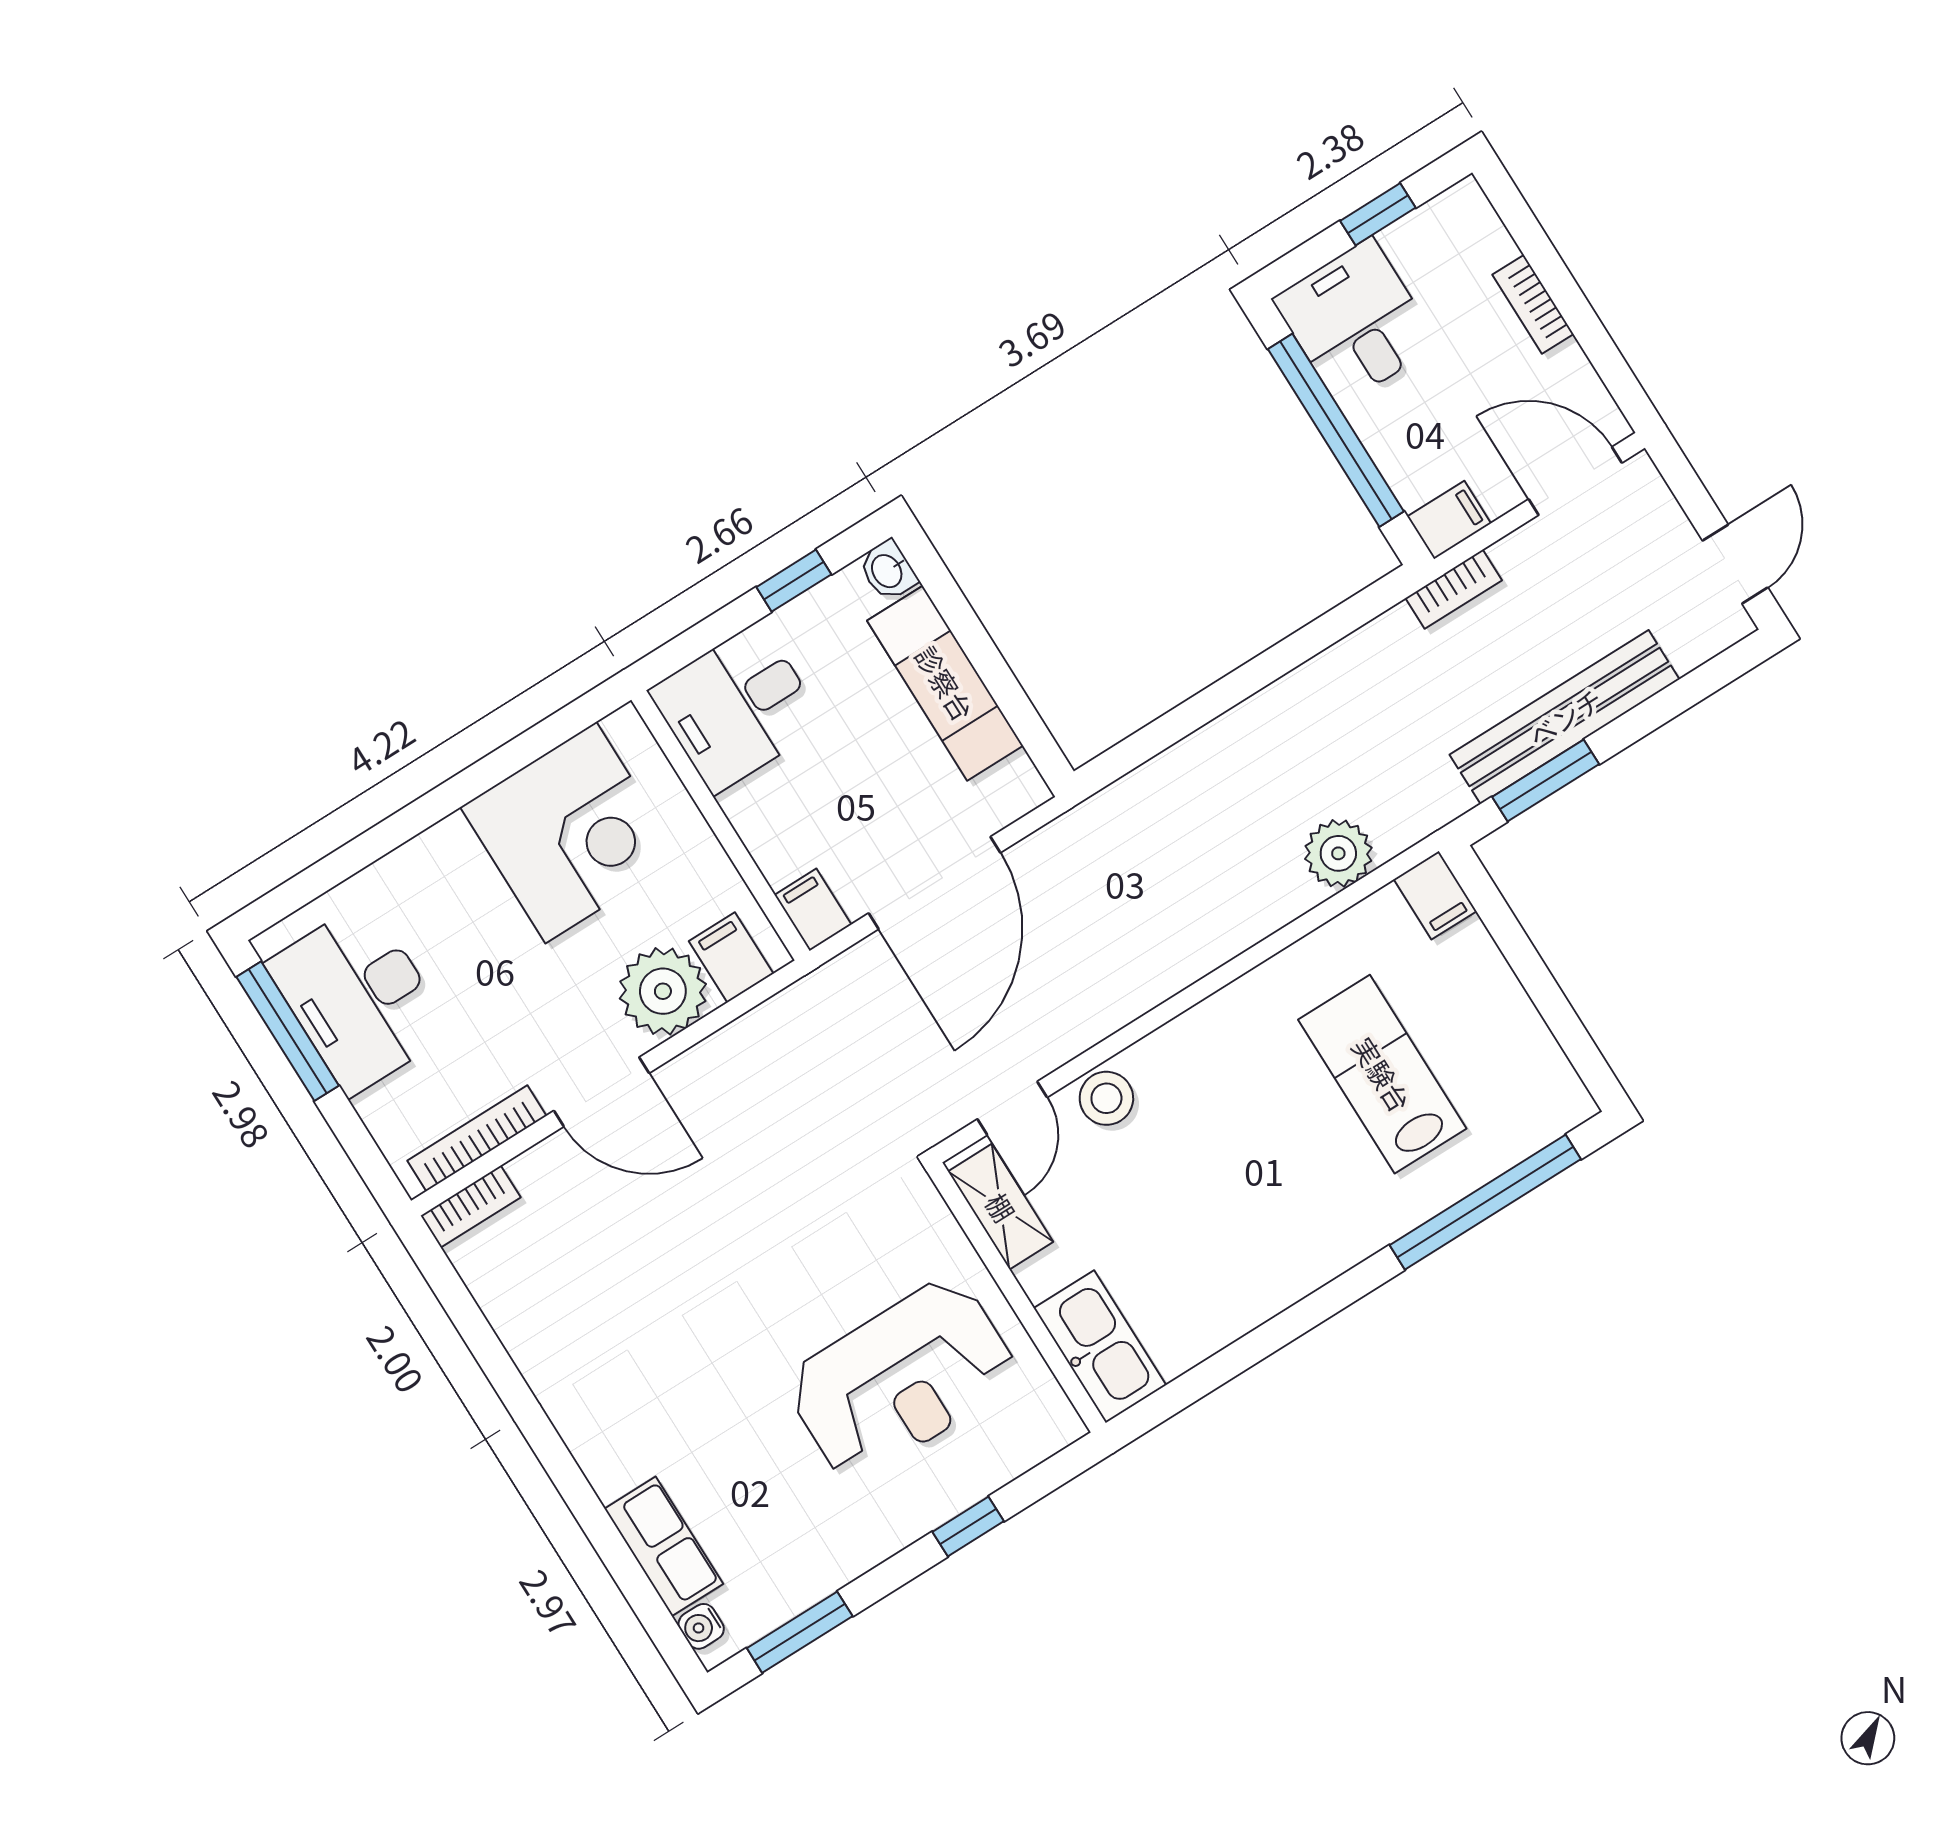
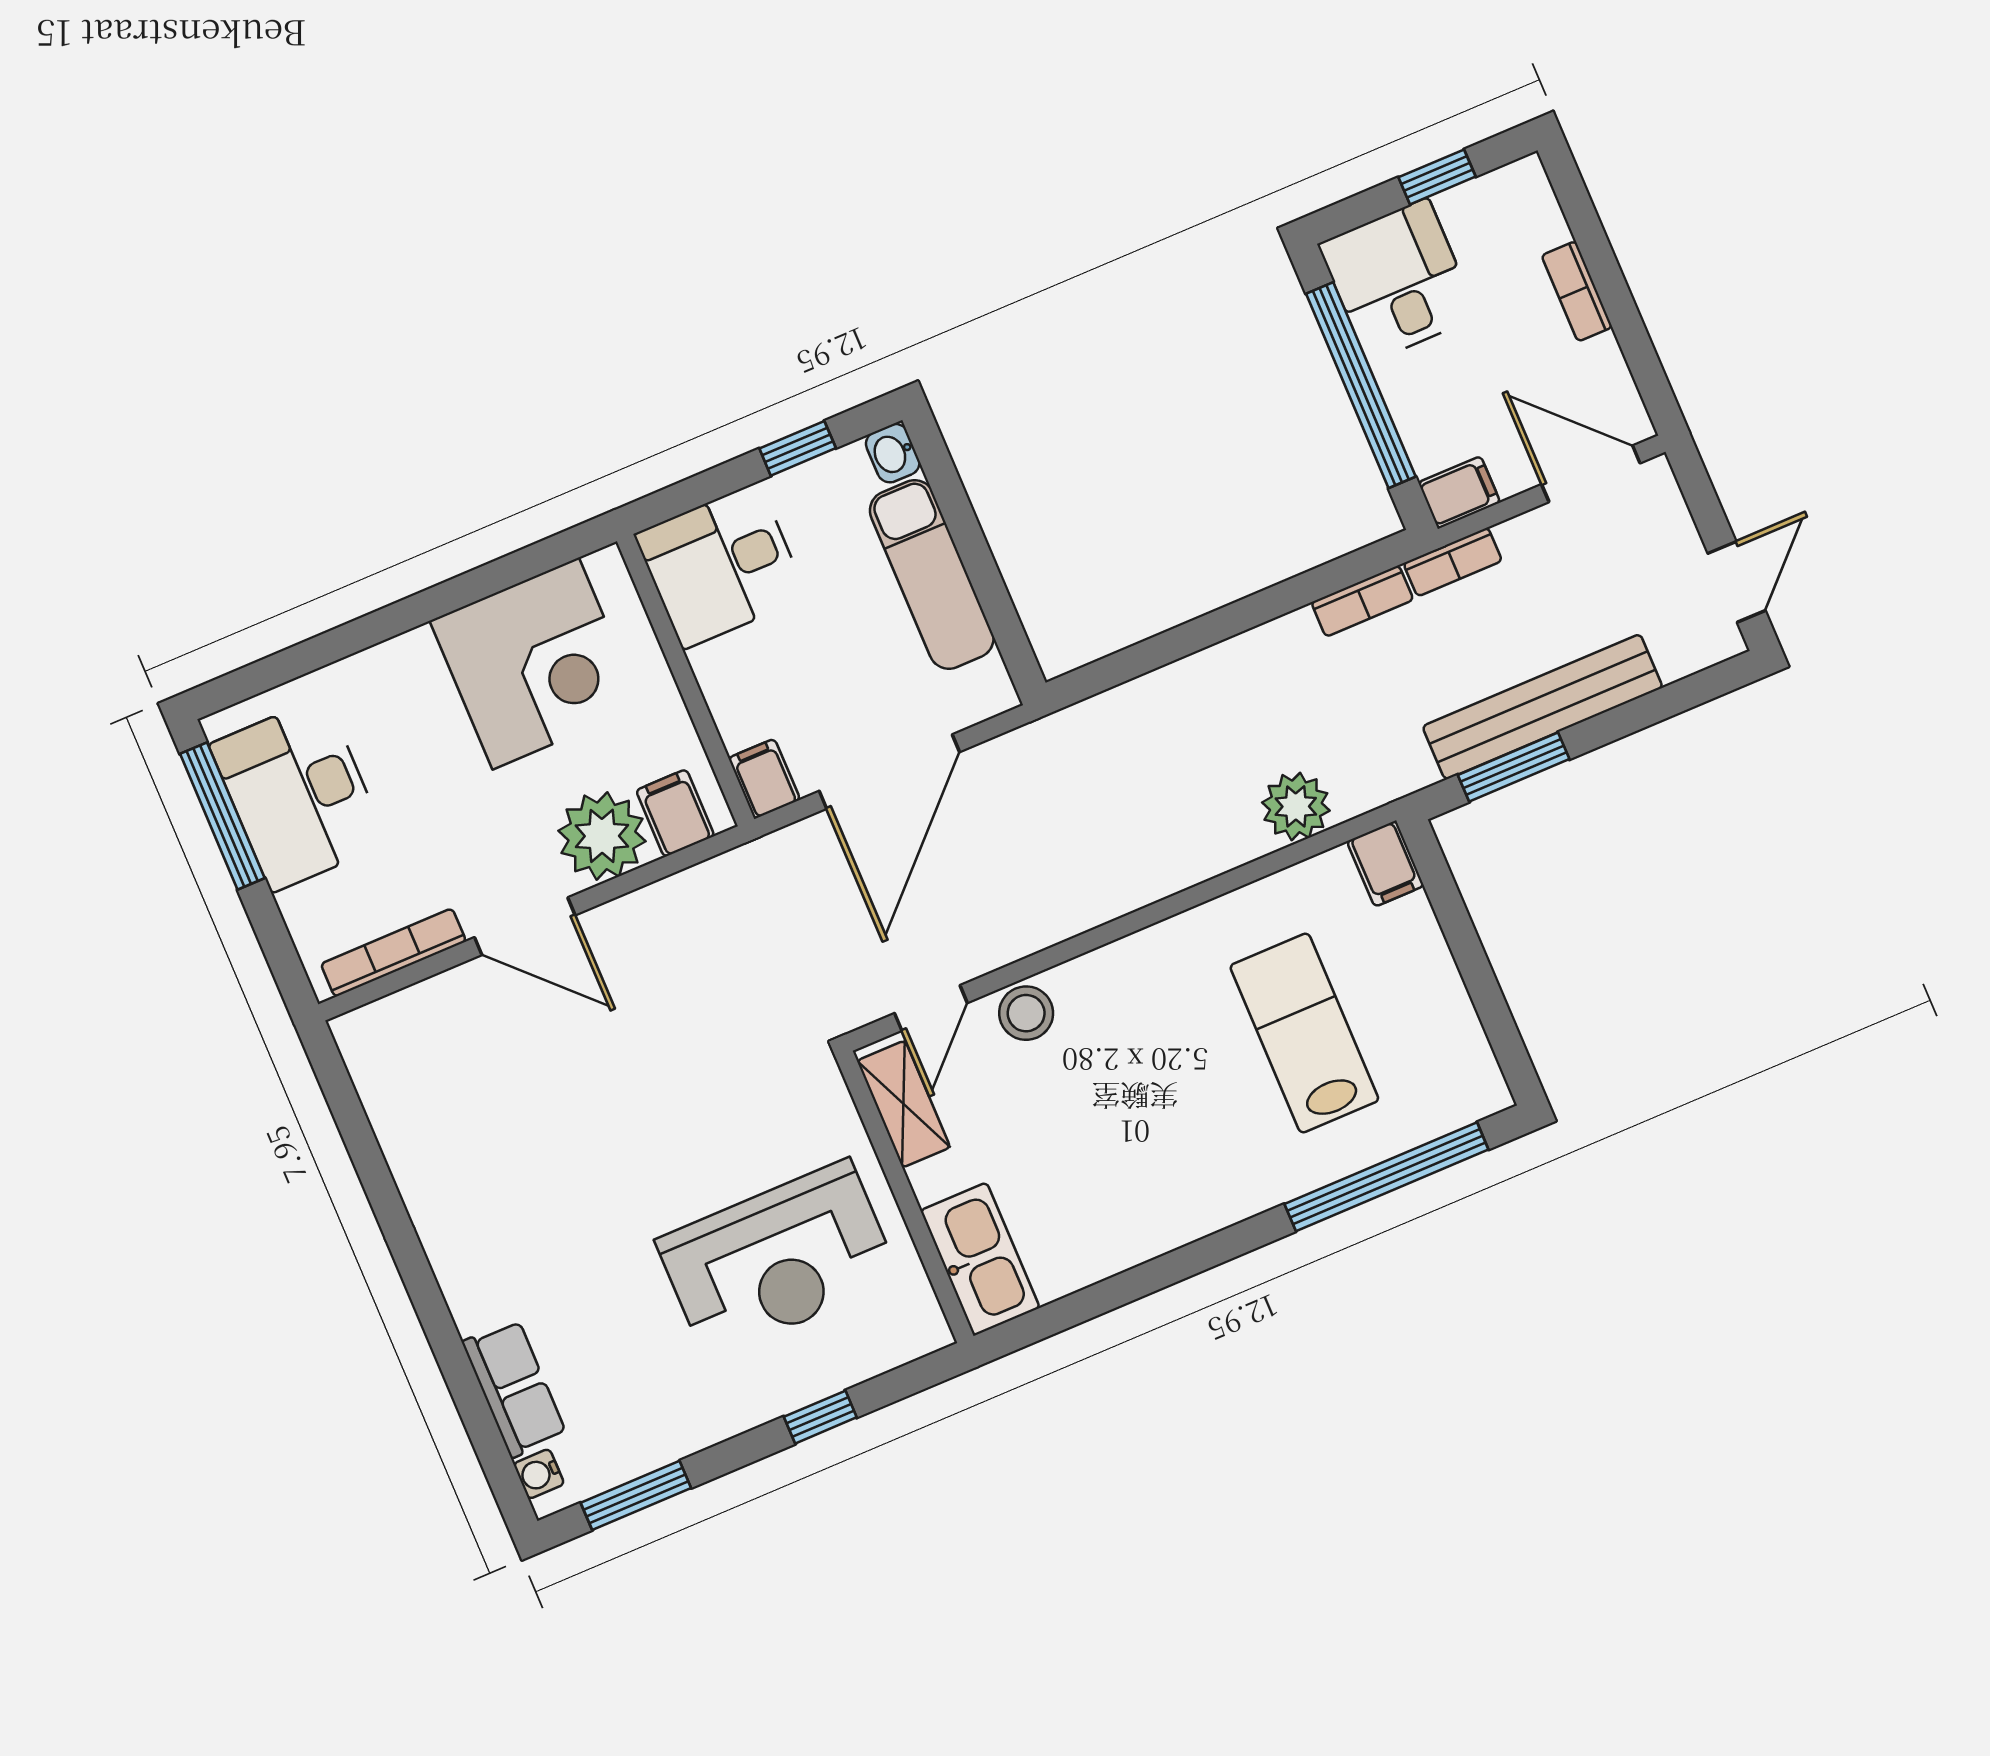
bookcase: (471, 1207) -> (1362, 601), moved

